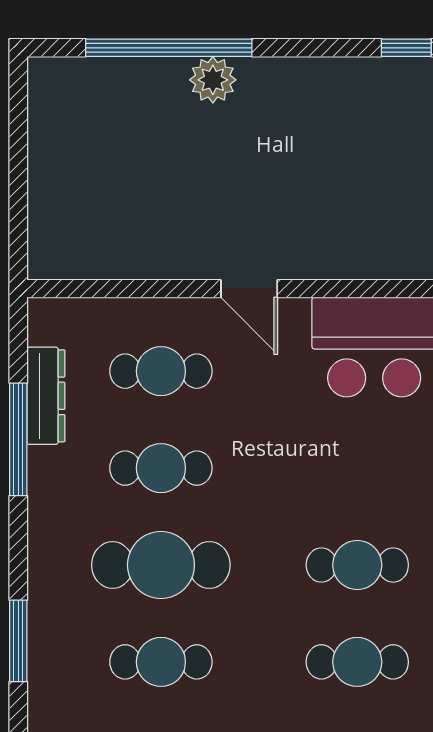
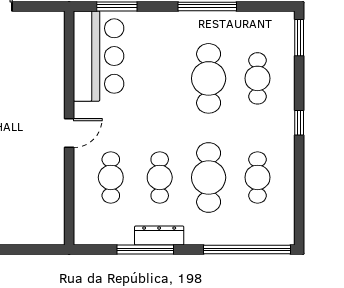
dresser: (46, 396) -> (159, 236), moved
cafe table: (357, 565) -> (209, 78), width x1.37, depth x1.35
window: (18, 641) -> (247, 249), width x2.11

